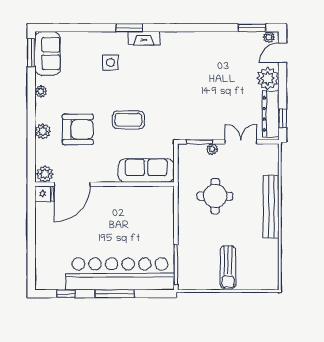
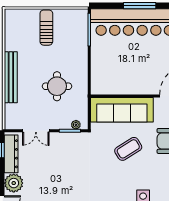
coffee table: (128, 120) -> (128, 149), turned -32
plant: (212, 149) -> (76, 125), moved
sofa: (146, 171) -> (122, 110), width x1.36, depth x1.27

